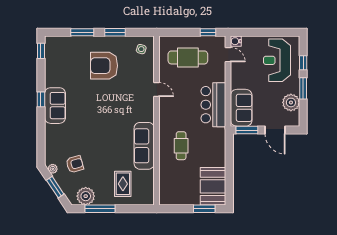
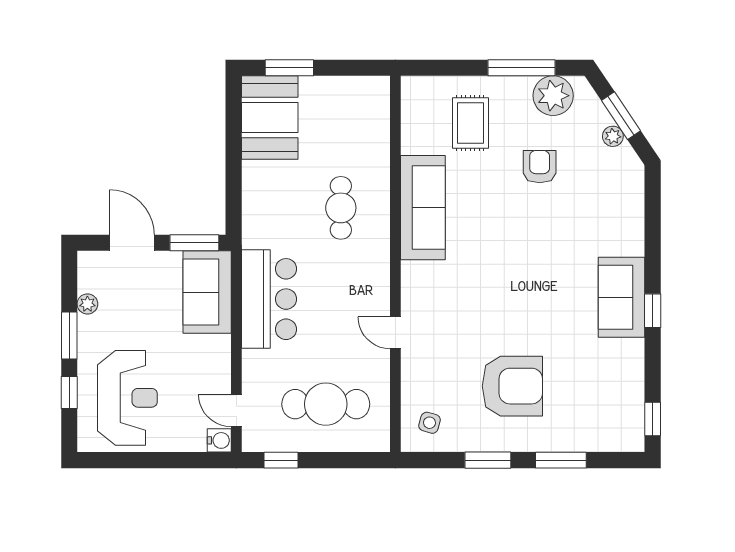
plant: (291, 102) -> (87, 304), width x0.53, depth x0.53
armchair: (75, 164) -> (540, 167), moved, turned 106
plant: (53, 169) -> (613, 136), moved

